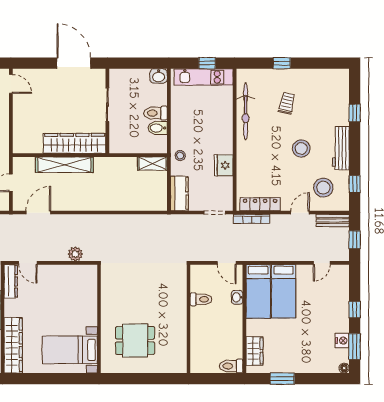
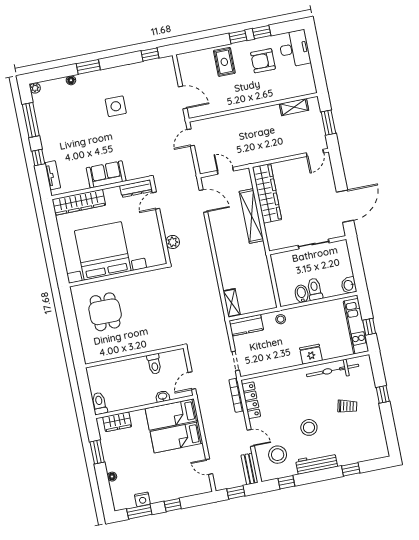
wardrobe: (75, 143) -> (267, 193), moved
shelving: (152, 164) -> (232, 303), moved
fridge: (224, 165) -> (311, 354), moved
bed with nightstands: (70, 350) -> (103, 251), width x1.85
floor lamp: (344, 368) -> (112, 477), moved

